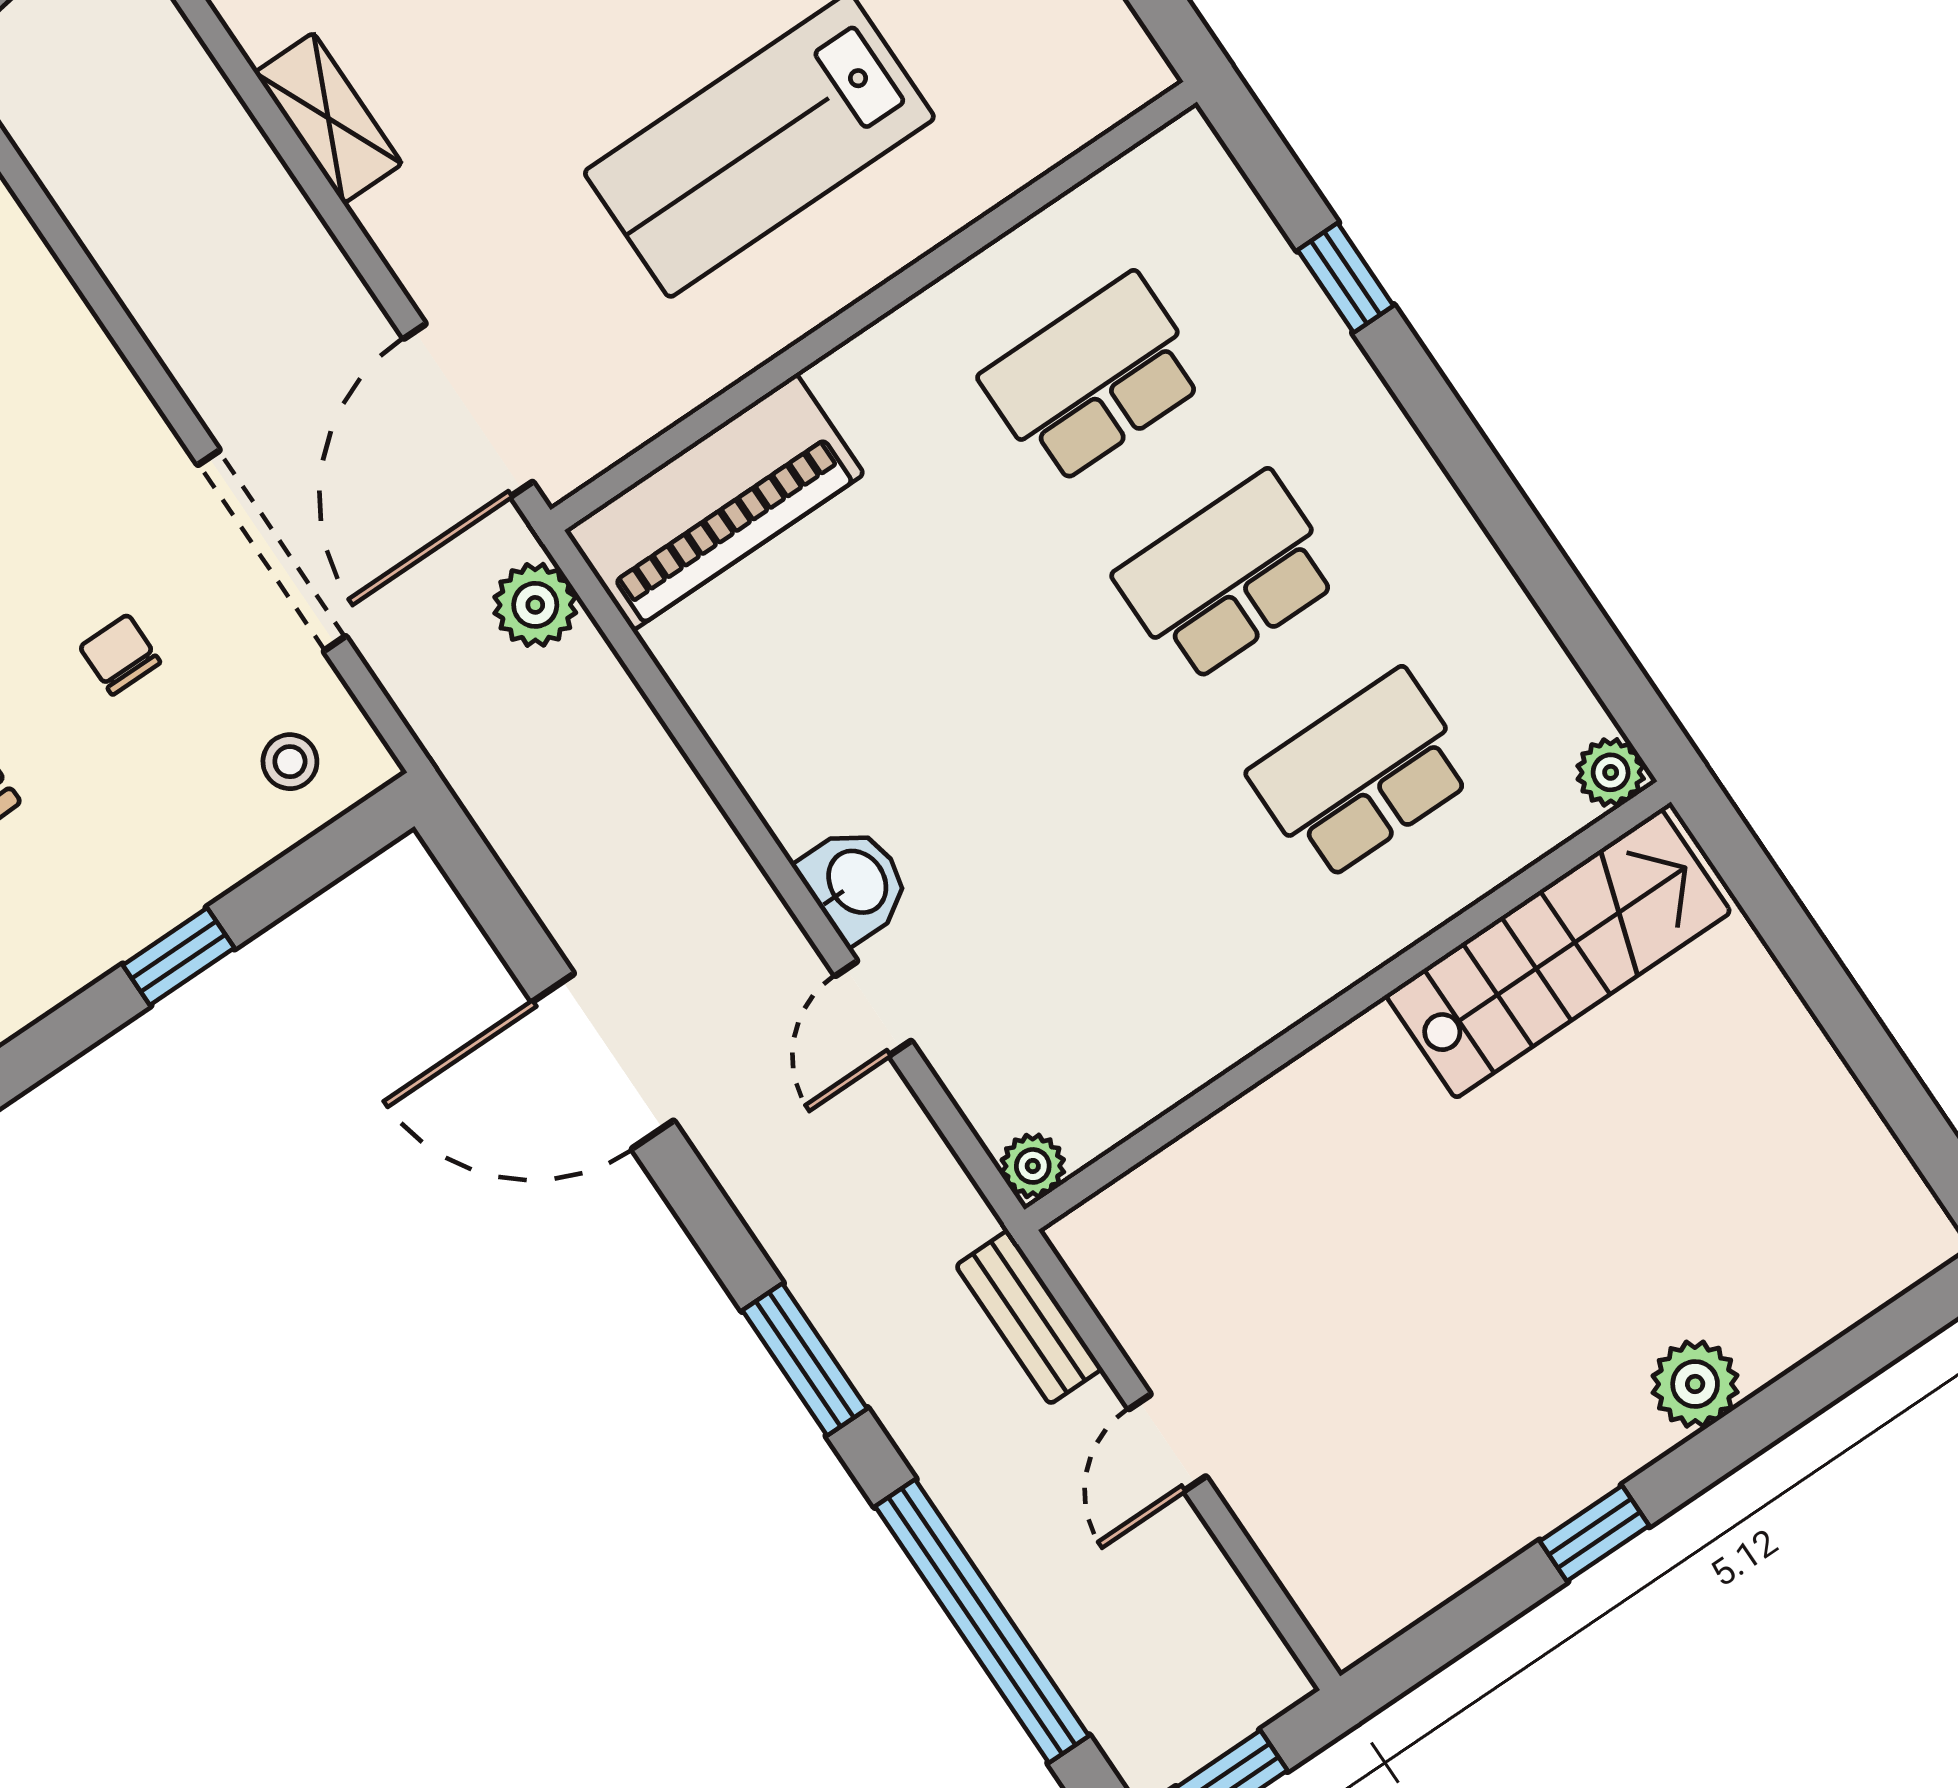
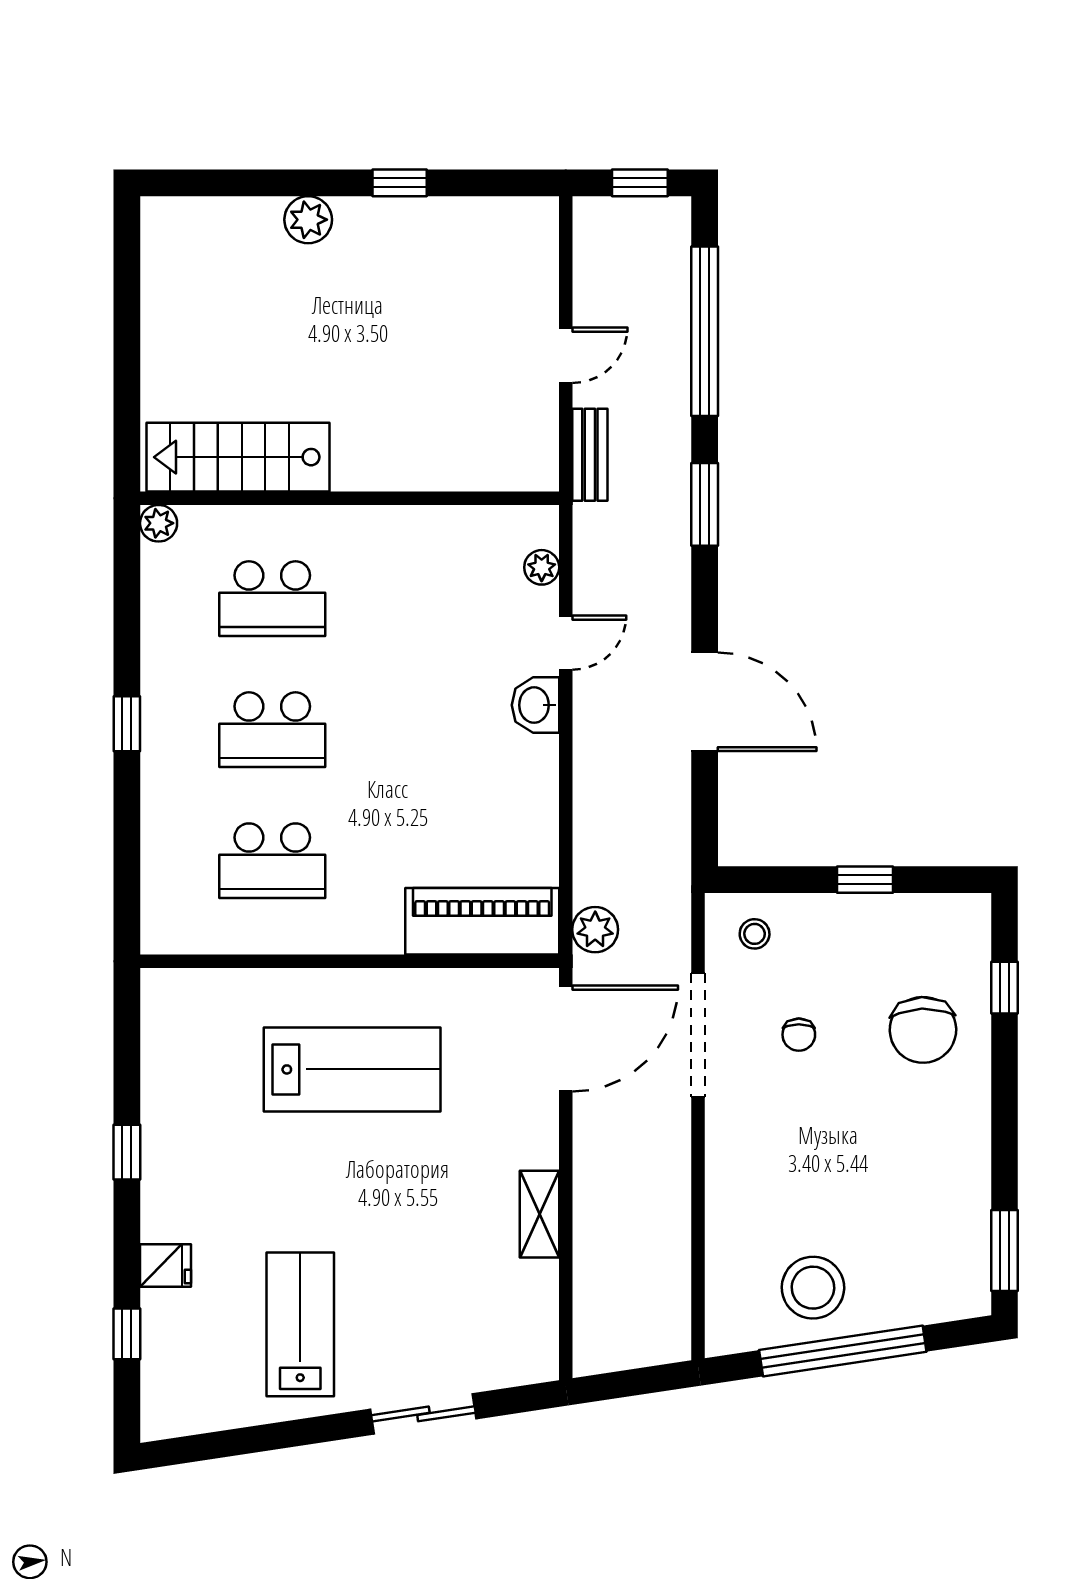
window: (1346, 278) -> (127, 724), moved
plant: (1033, 1166) -> (542, 567), moved

